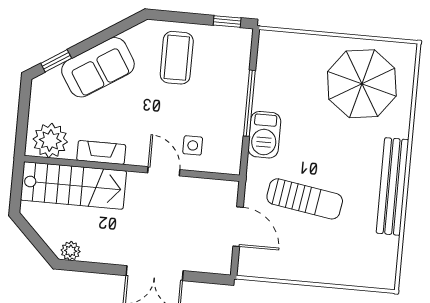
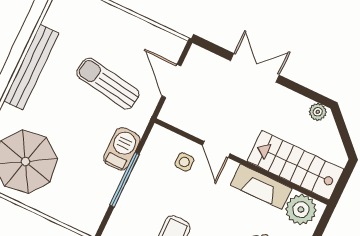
fireplace: (101, 152) -> (261, 187), width x1.37, depth x1.32

